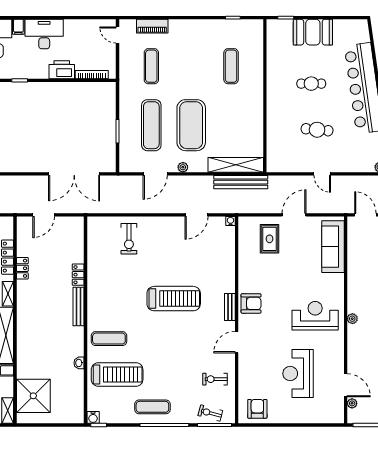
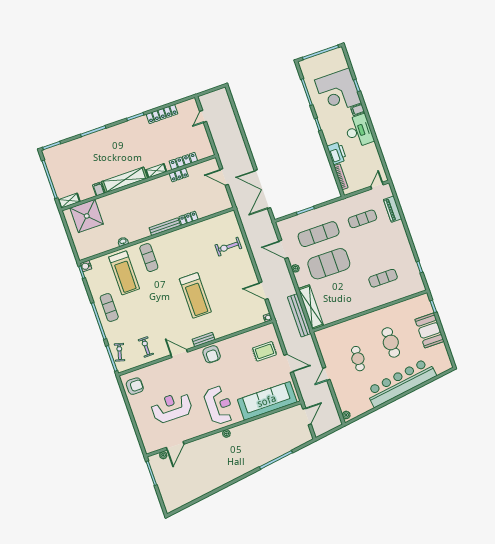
cafe table: (311, 84) -> (391, 342), width x1.37, depth x1.35
sofa: (333, 247) -> (267, 401), width x1.36, depth x1.27

